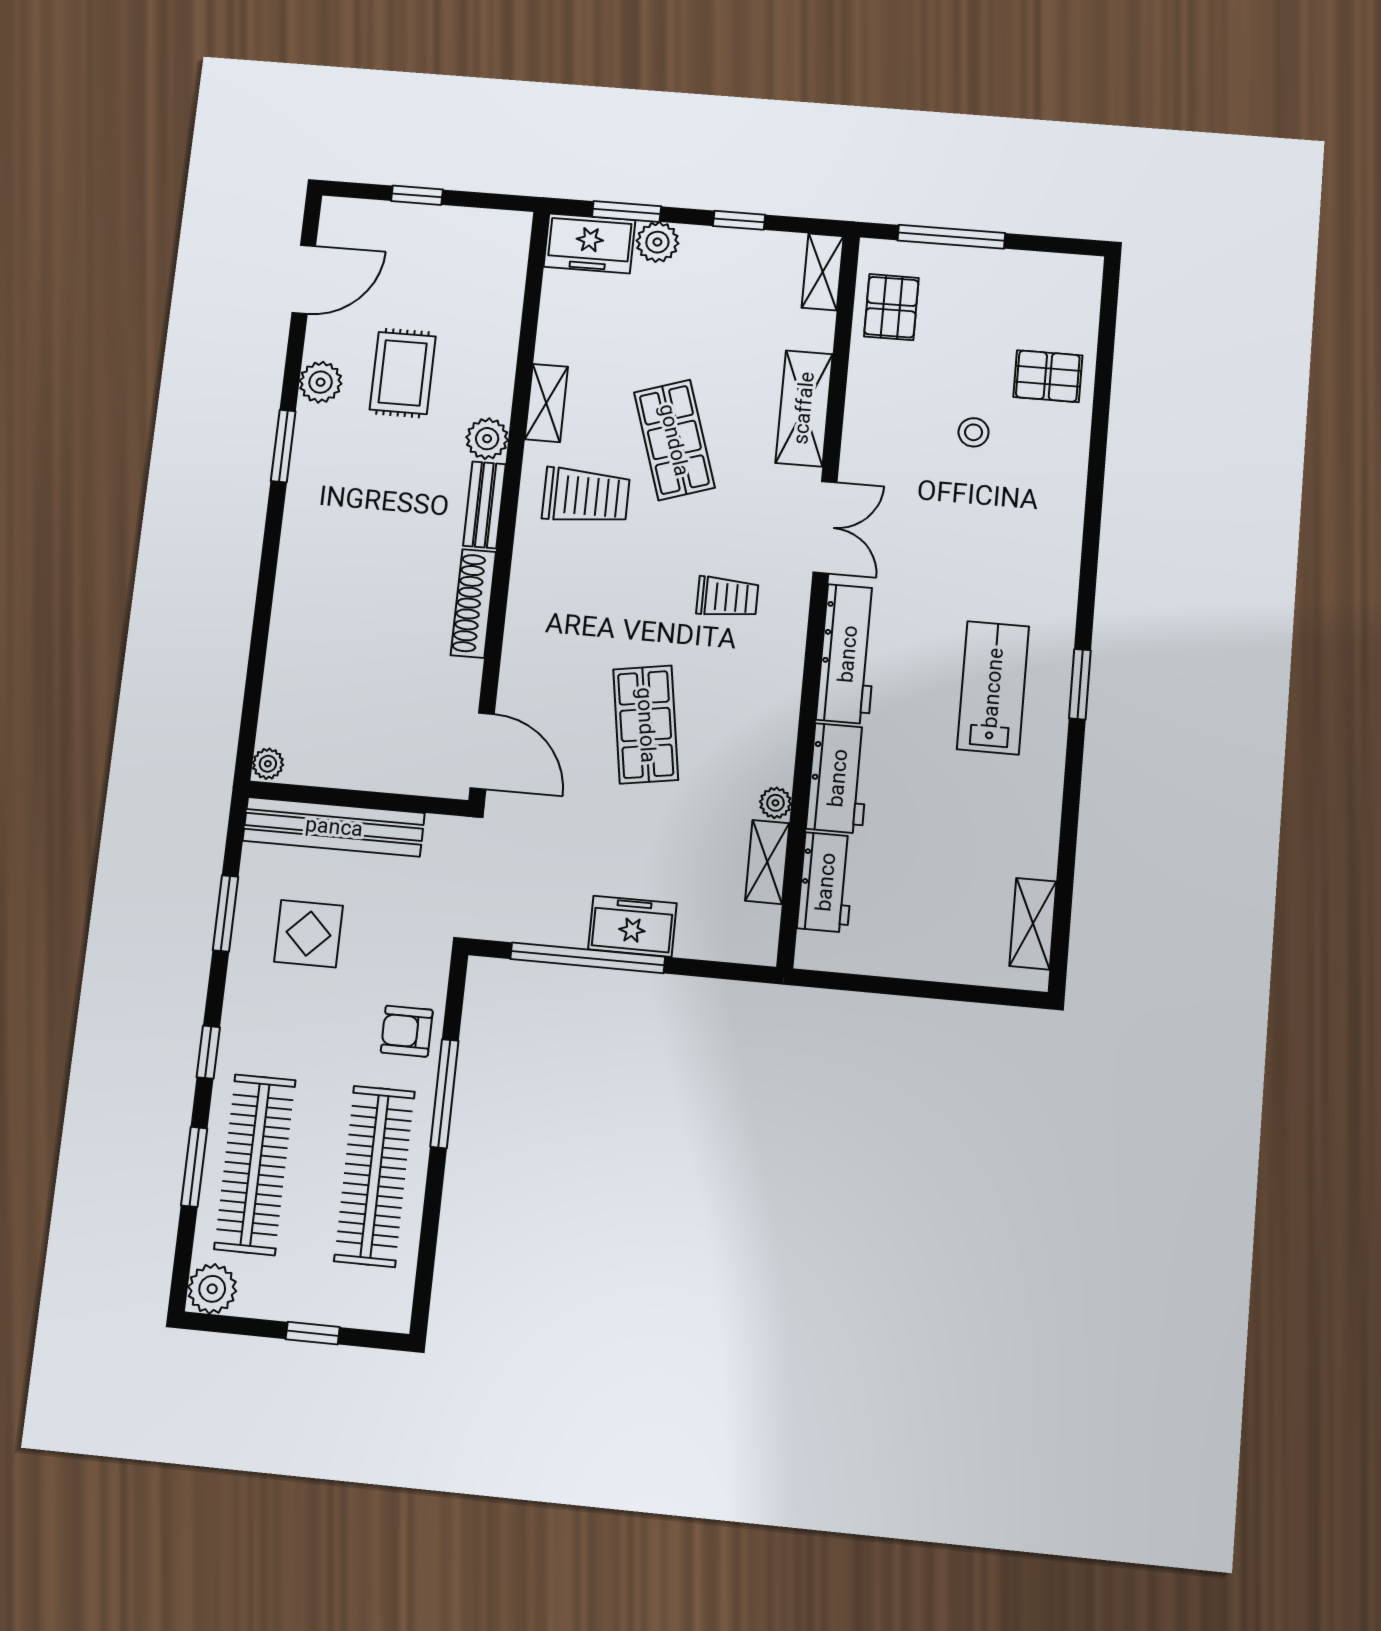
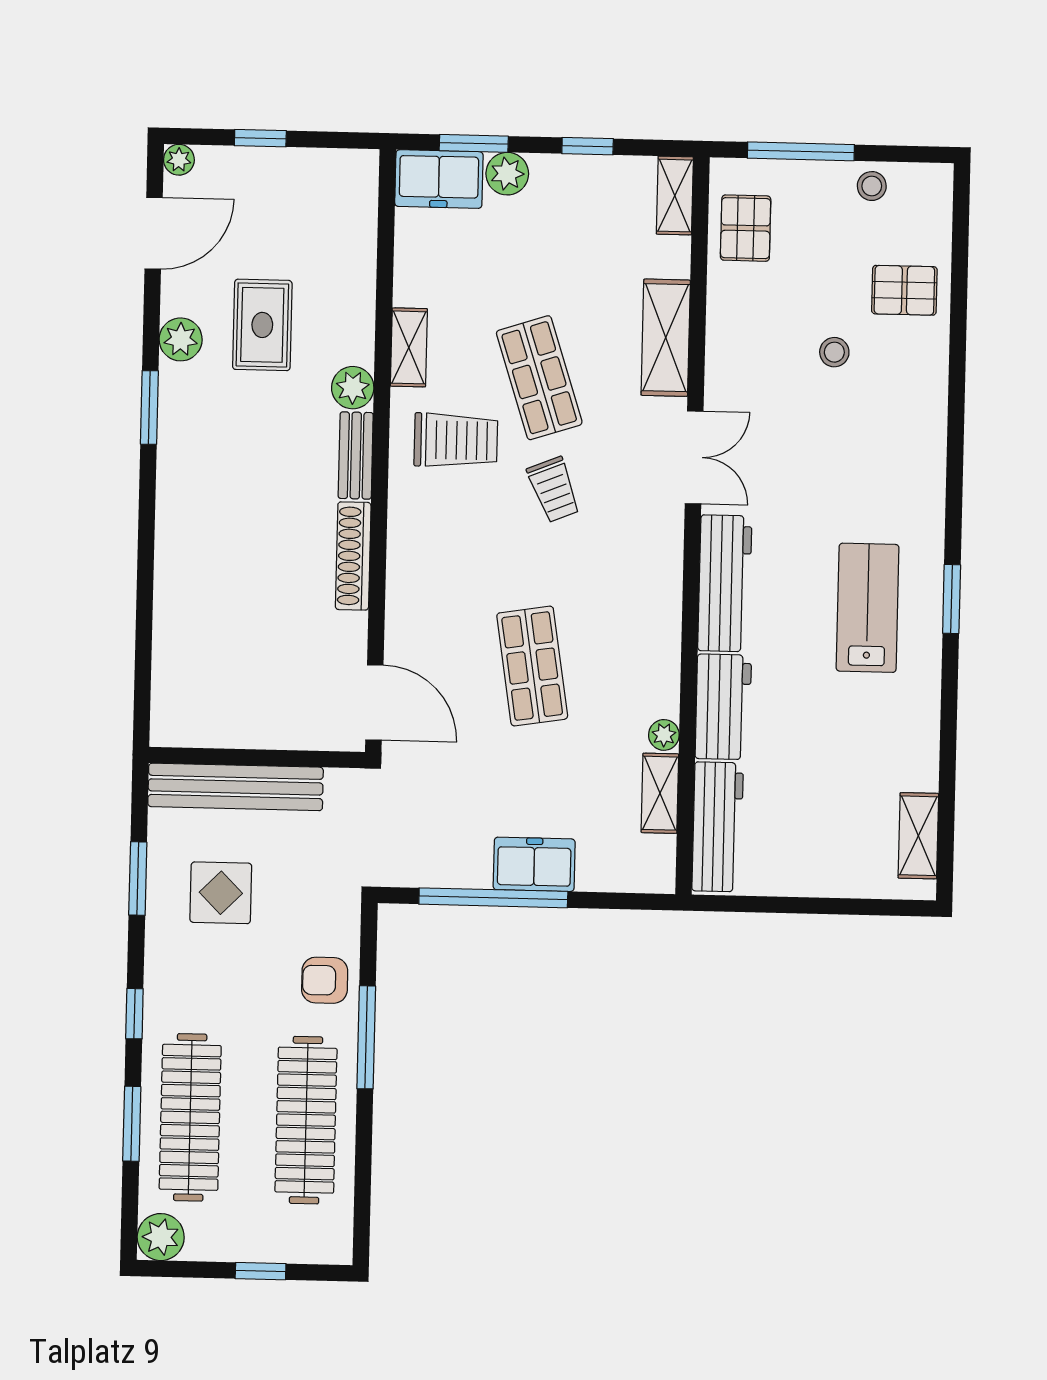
stool: (1020, 274) -> (872, 186), added
trolley: (727, 597) -> (554, 490), moved, turned 68
plant: (268, 764) -> (179, 160), moved
workbench: (826, 882) -> (718, 827), width x1.38

